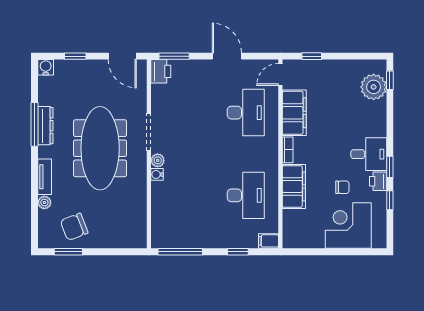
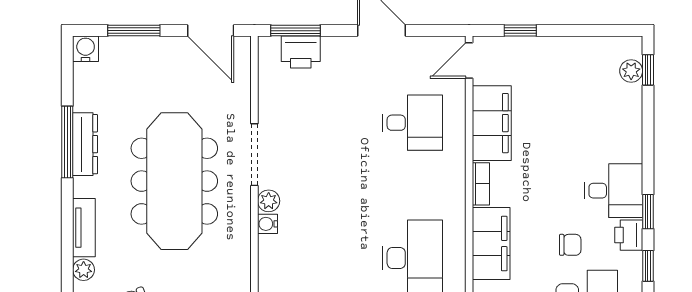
window: (75, 56) -> (134, 31), width x1.50
printer: (161, 71) -> (301, 52), moved, turned 90
plant: (374, 87) -> (631, 71), width x0.53, depth x0.53
desk: (246, 113) -> (412, 123), width x0.73

